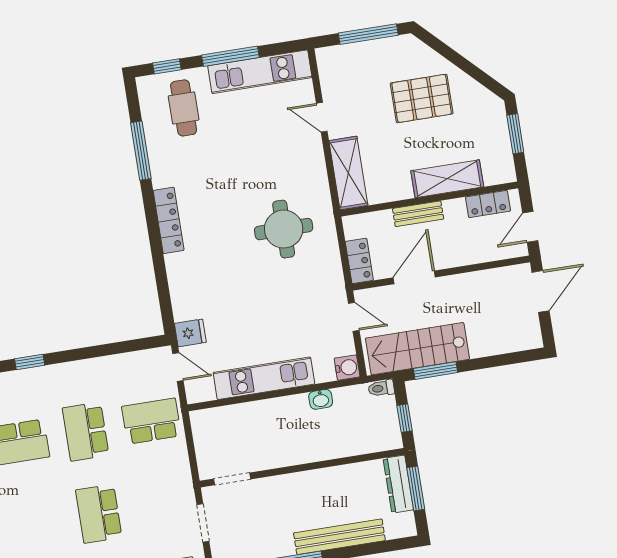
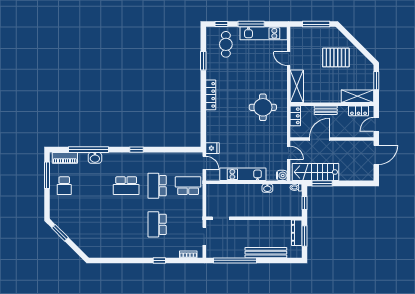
window: (141, 151) -> (203, 61), width x0.69
shelving: (447, 179) -> (357, 96), moved
locker: (359, 261) -> (295, 116), moved

